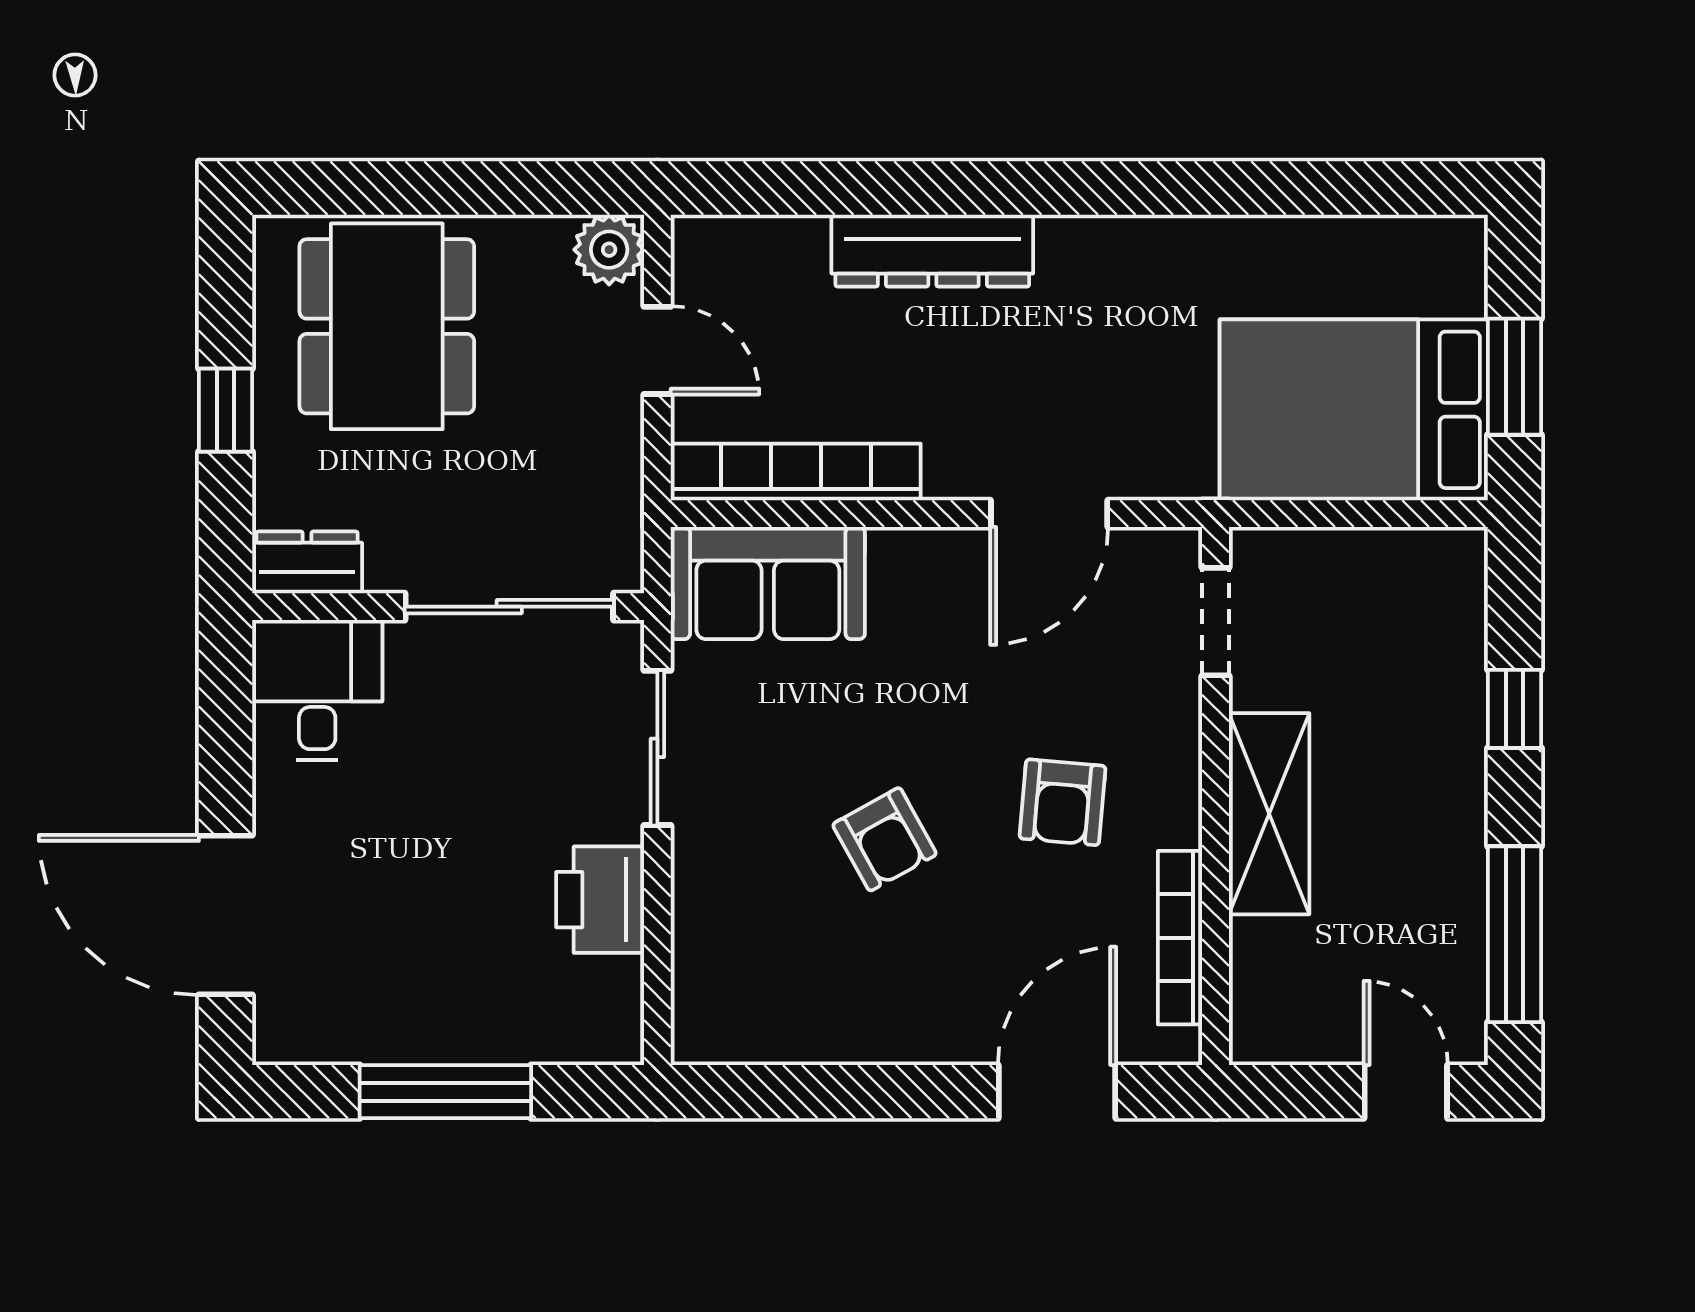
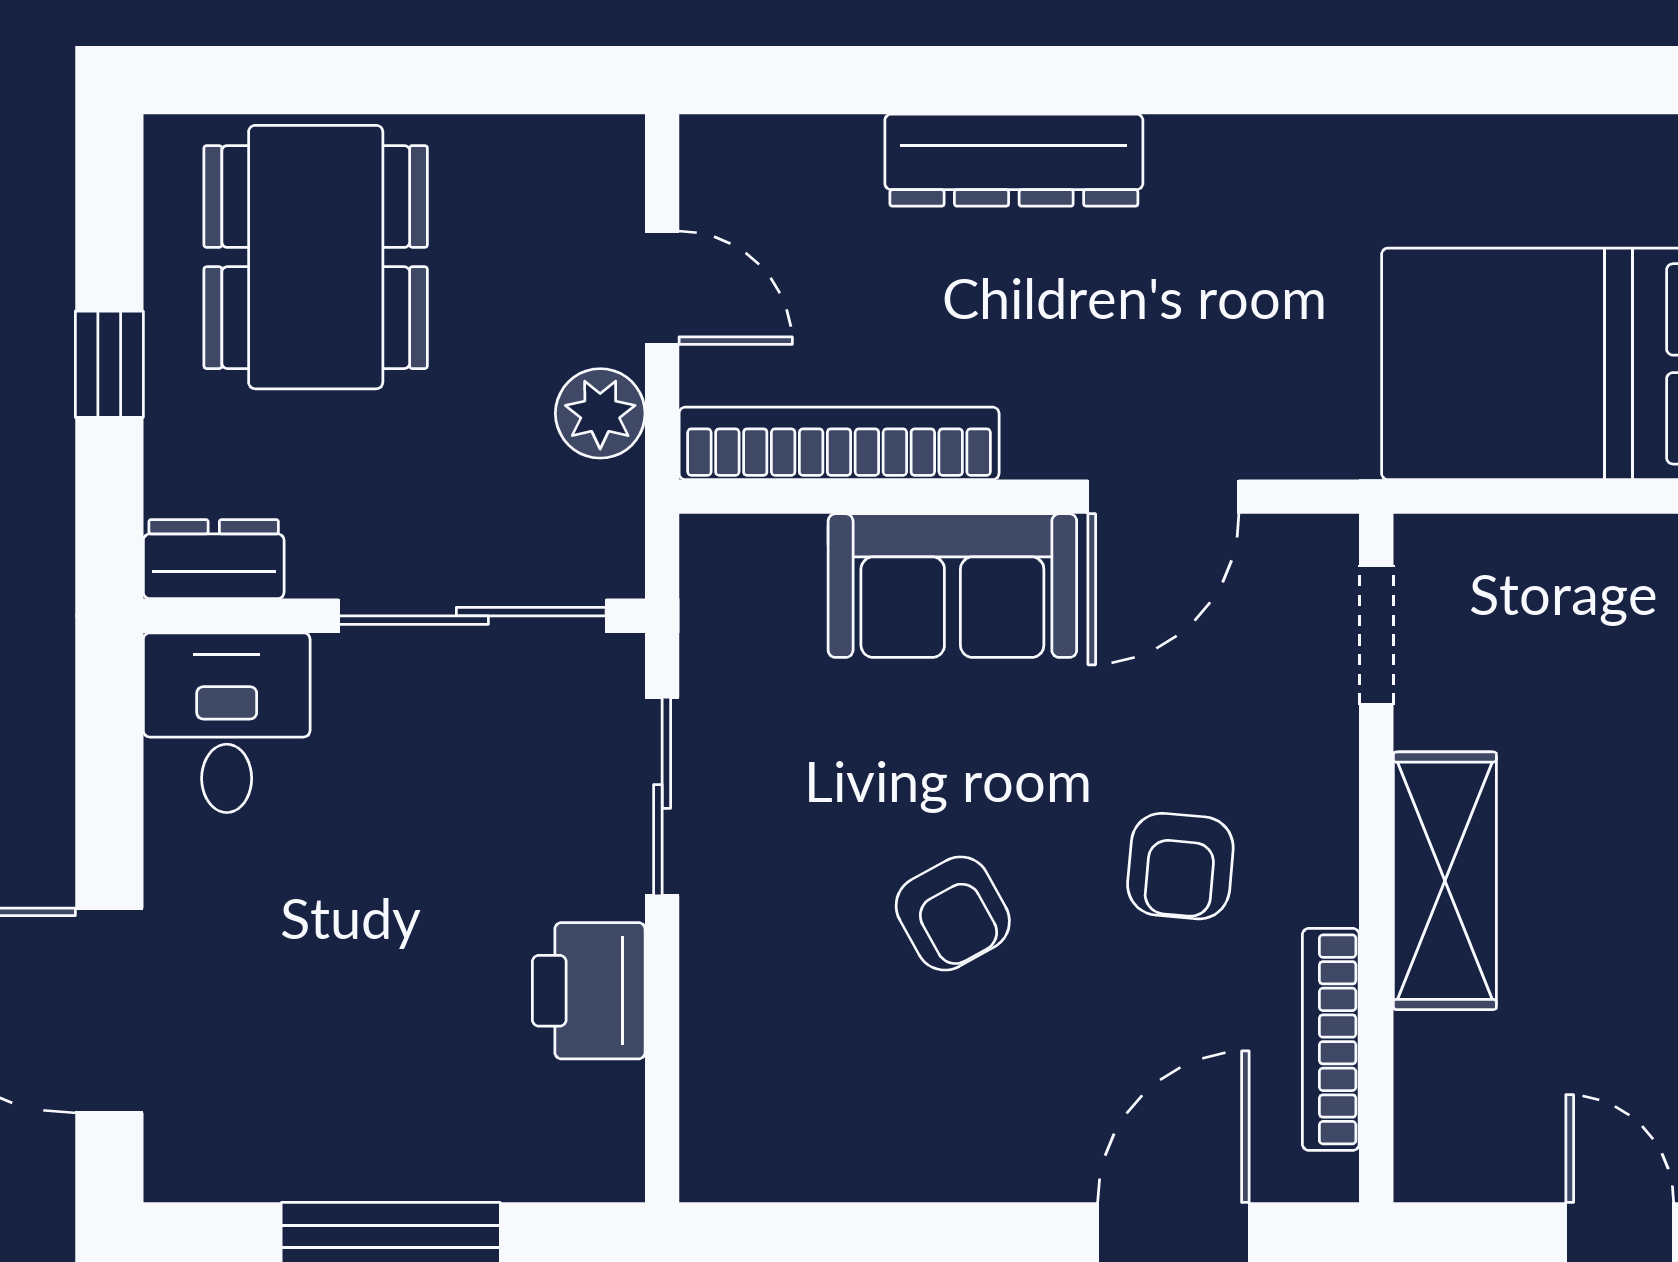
plant: (609, 250) -> (600, 413), moved
sofa: (768, 583) -> (952, 586), moved

